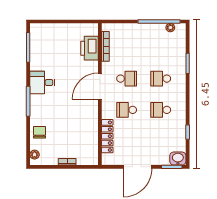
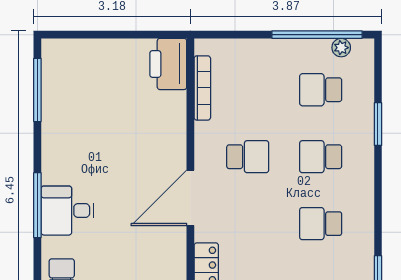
printer: (89, 48) -> (168, 64), moved
desk: (42, 83) -> (67, 211), moved
door: (100, 86) -> (190, 198), moved
school desk: (127, 110) -> (321, 90), moved

